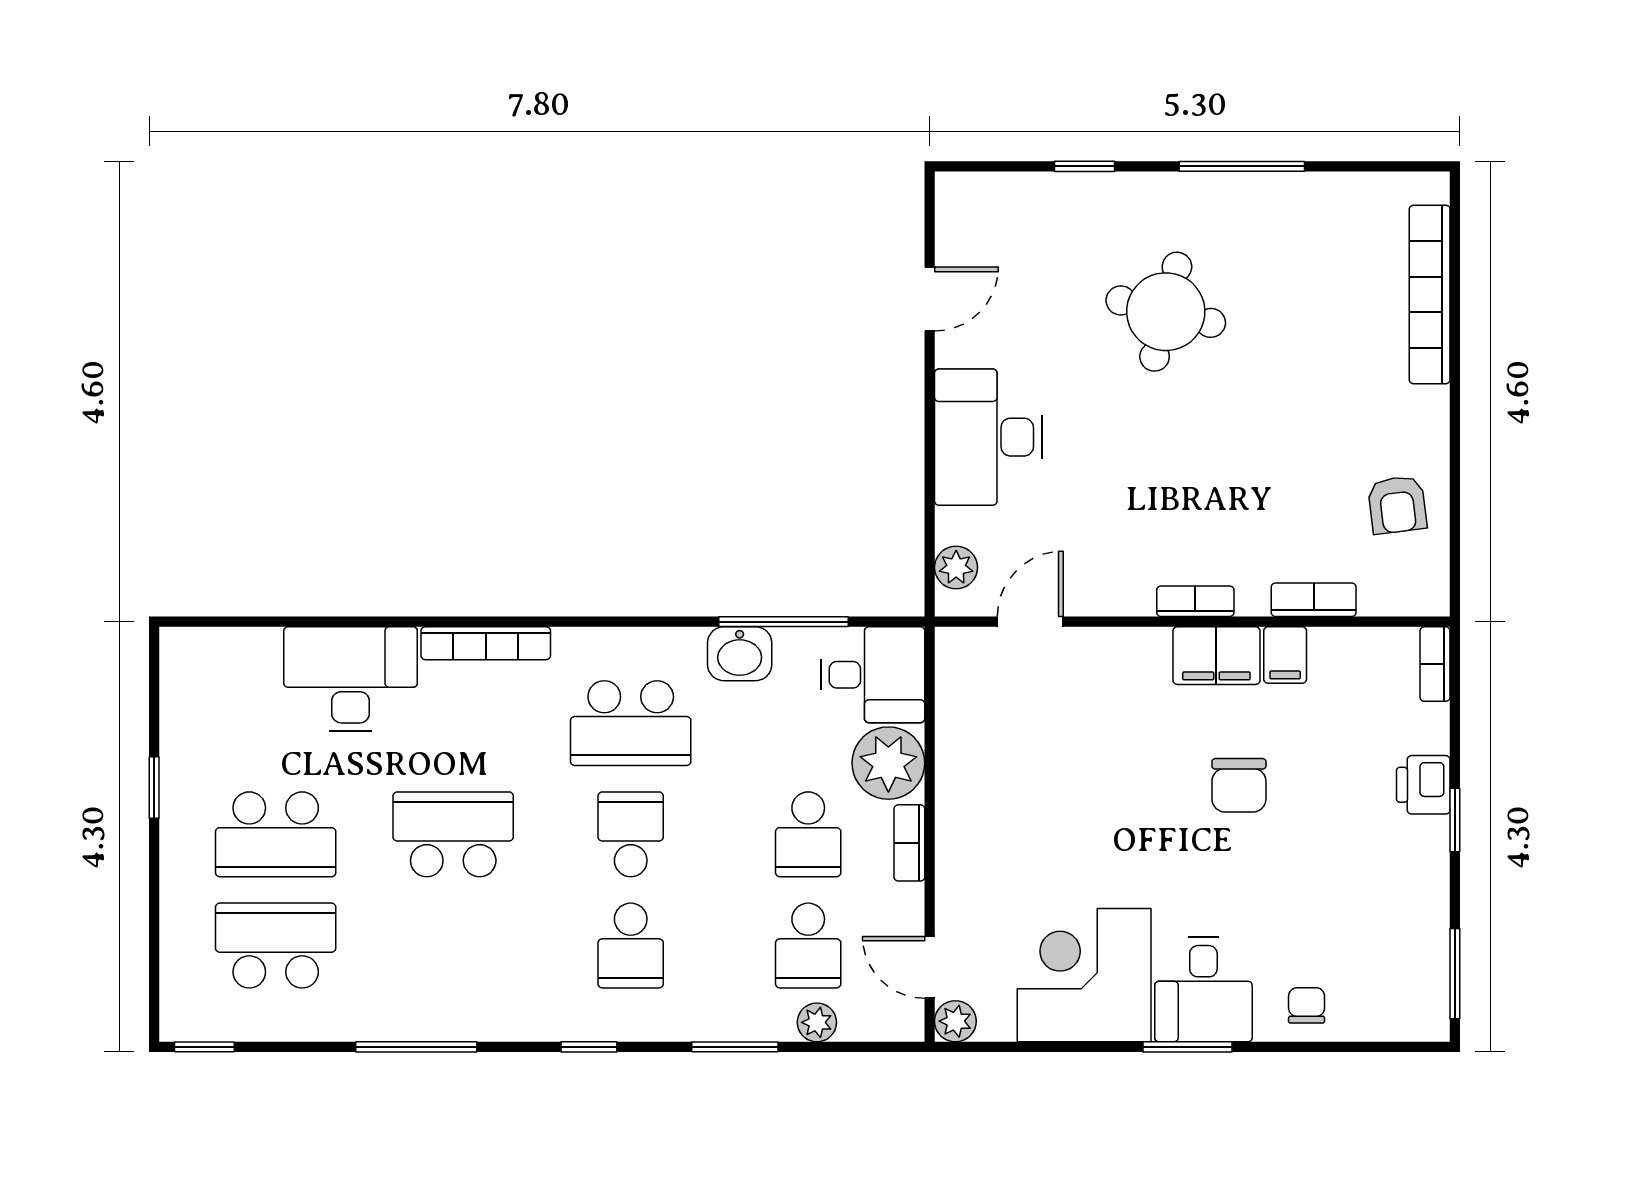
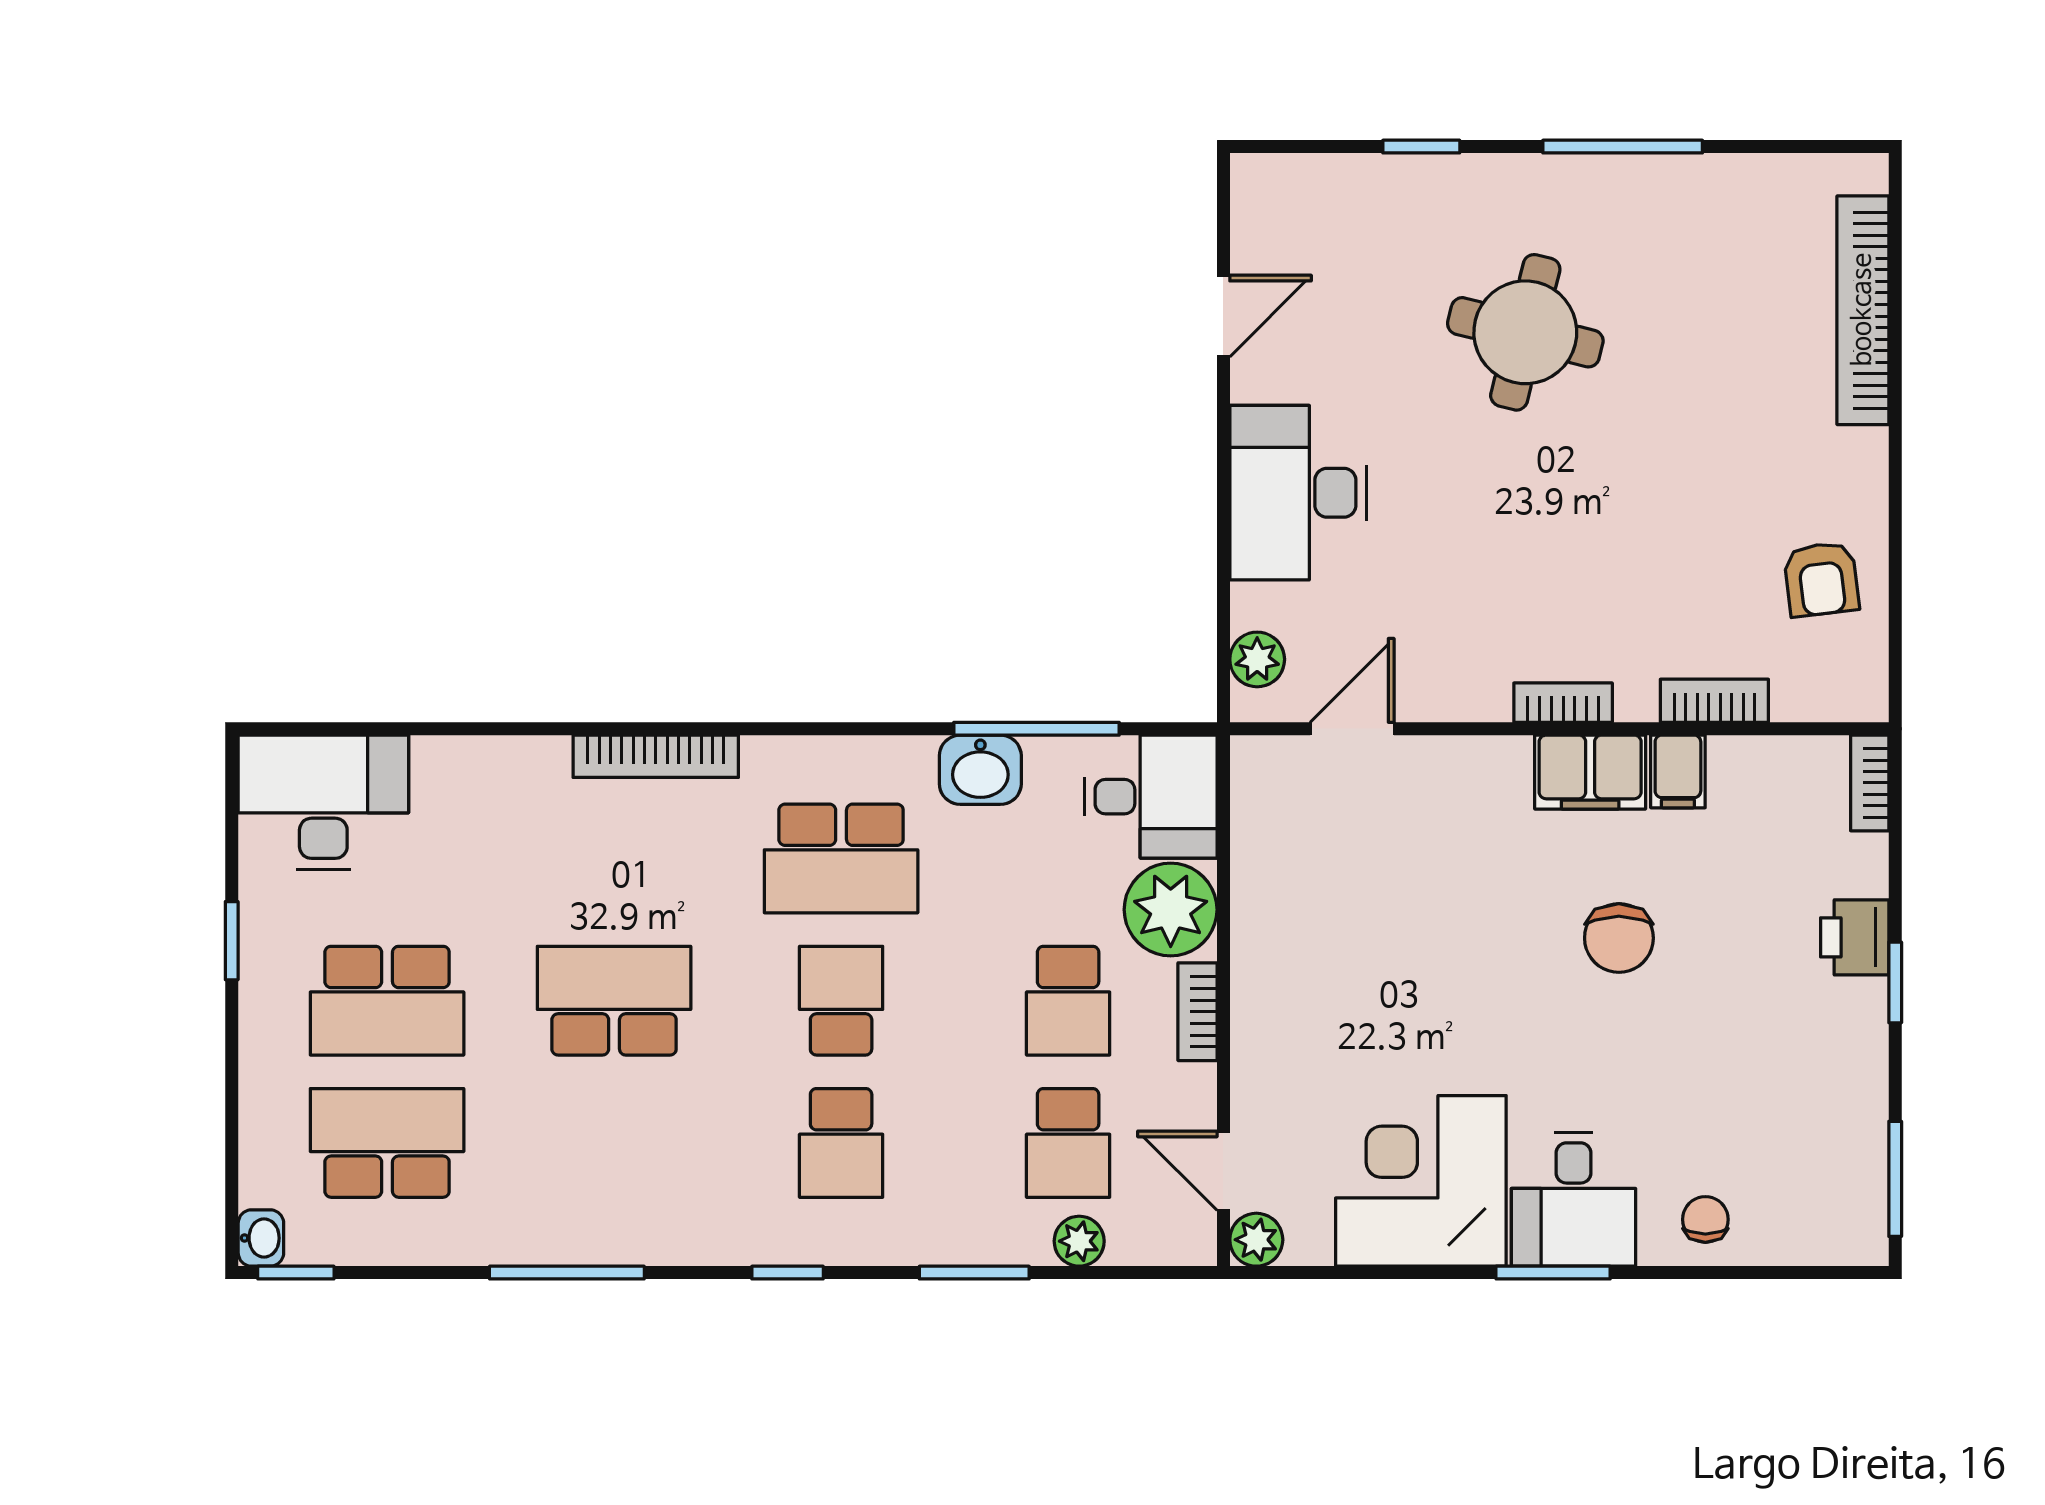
desk: (351, 679) -> (323, 802), moved
washbasin: (177, 1020) -> (261, 1238), added

